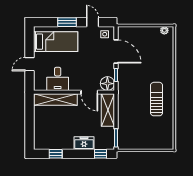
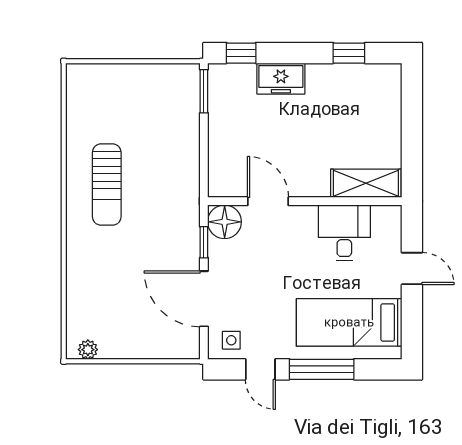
window: (67, 22) -> (322, 369), width x1.44
door: (29, 64) -> (412, 269), hinge flipped
shelving: (55, 100) -> (366, 183), width x0.68
shelving: (108, 110) -> (223, 158), removed

